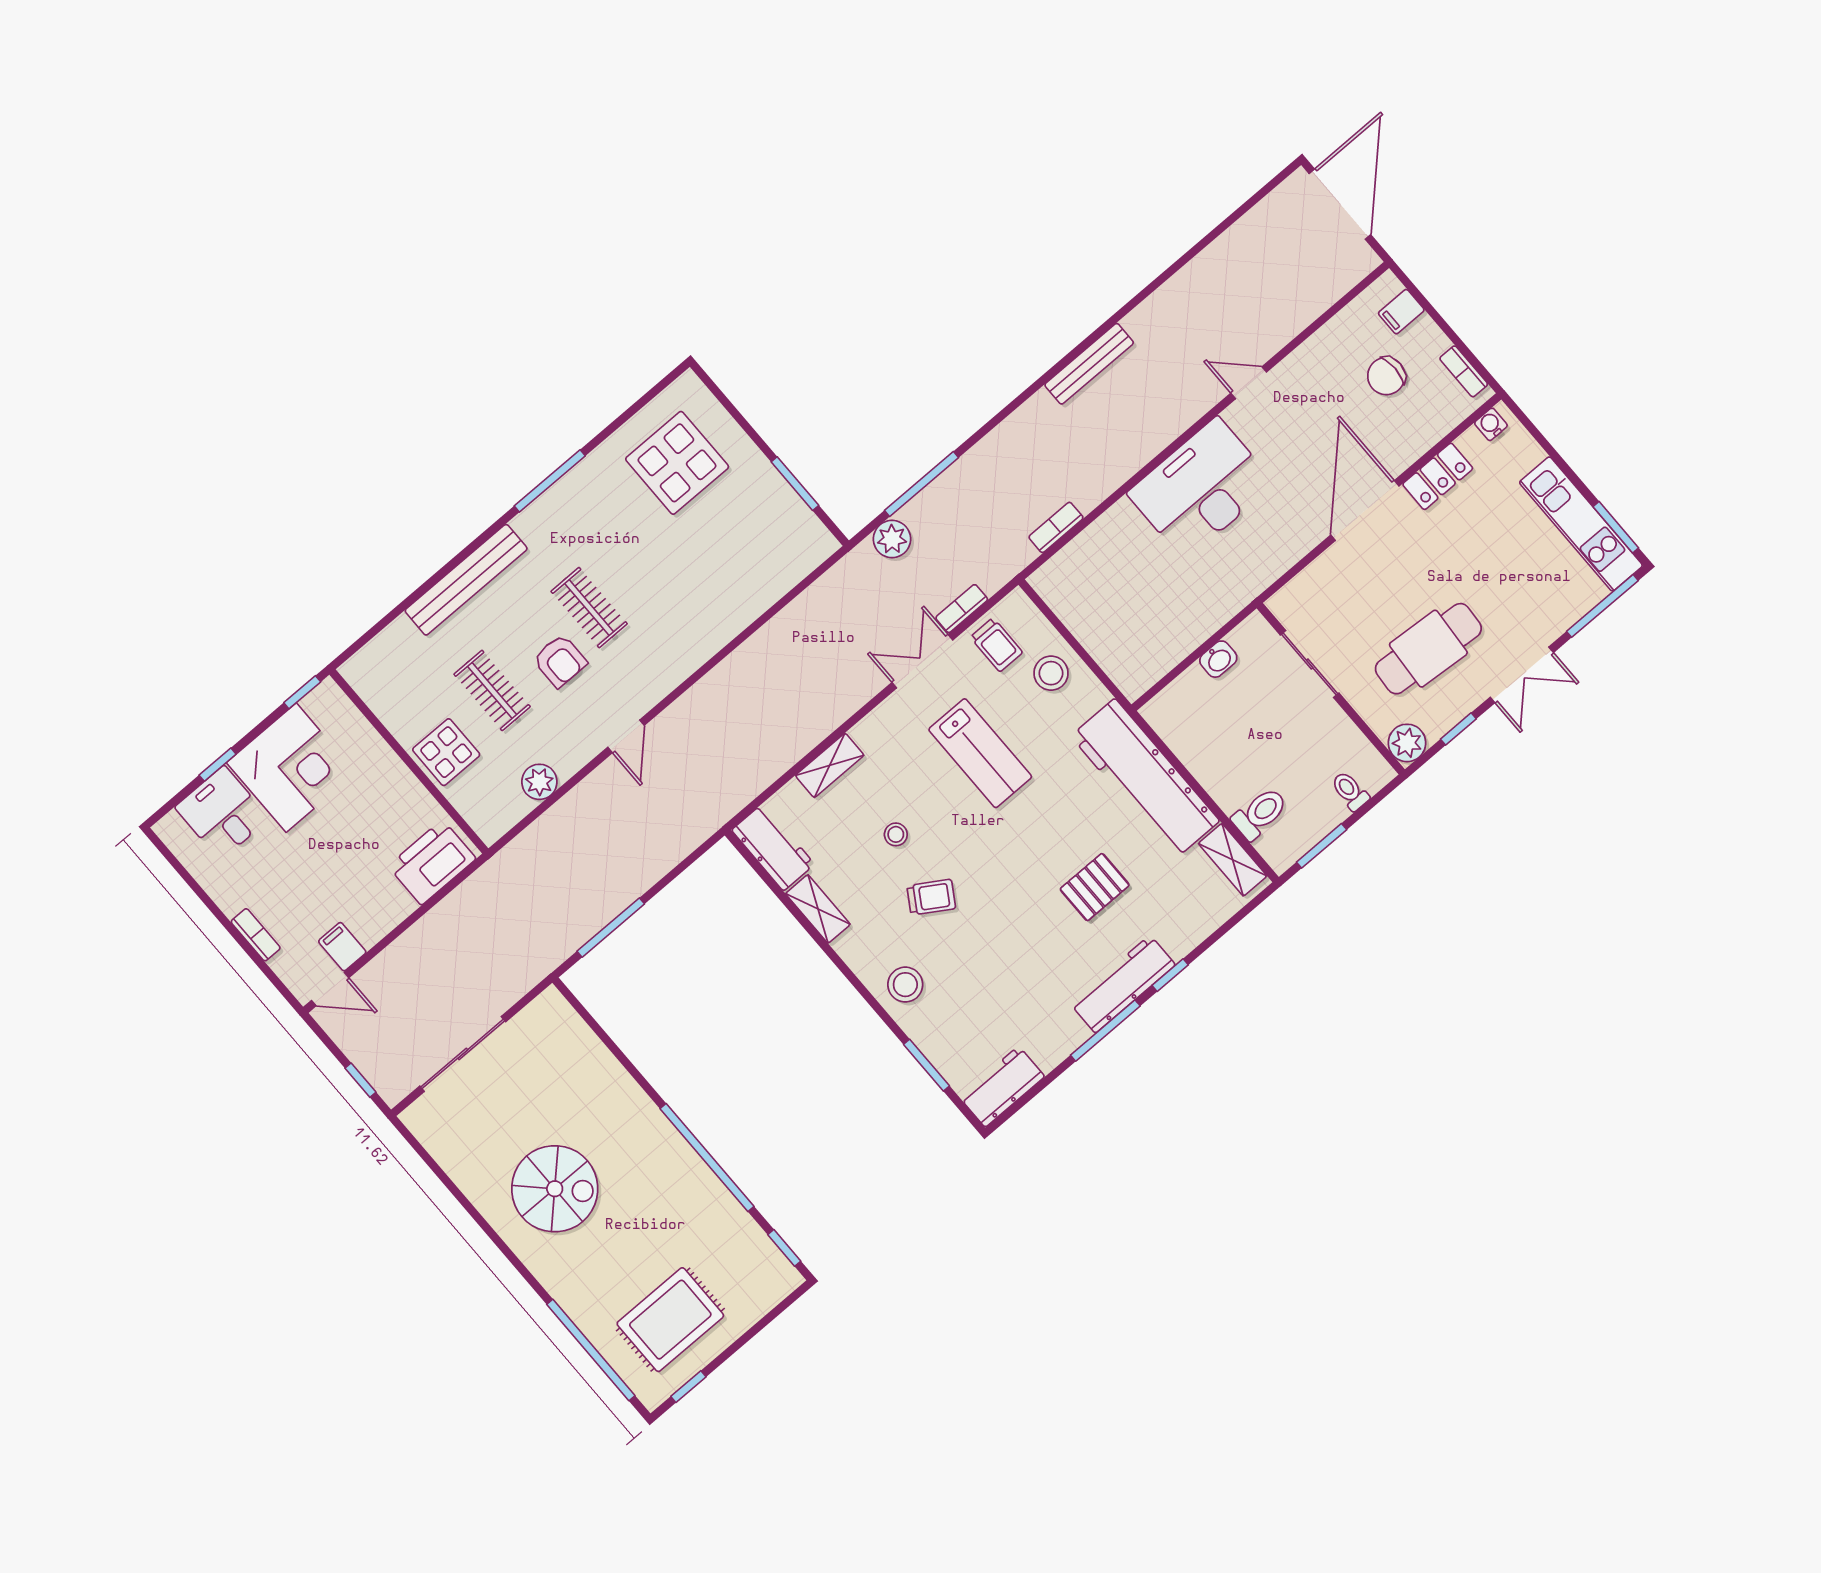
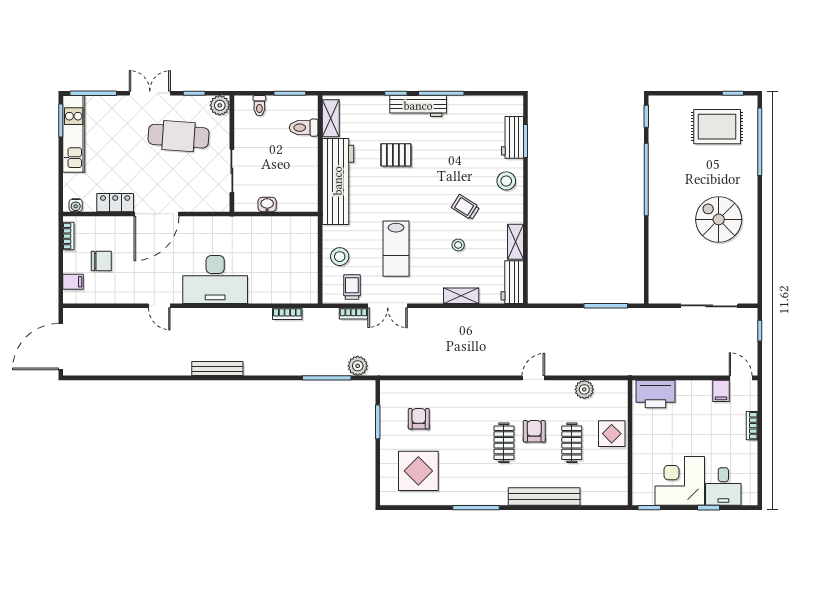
armchair: (740, 538) -> (419, 419), added
lab bench: (980, 753) -> (396, 249), turned 180
workbench: (1002, 1087) -> (513, 137), moved, turned 90

